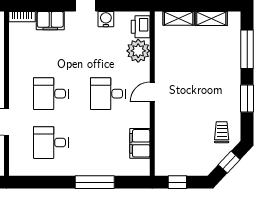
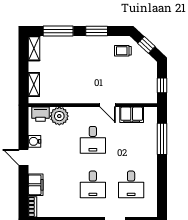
shelving: (211, 19) -> (34, 48), moved
door: (152, 92) -> (108, 105), moved
window: (95, 182) -> (162, 139), moved

